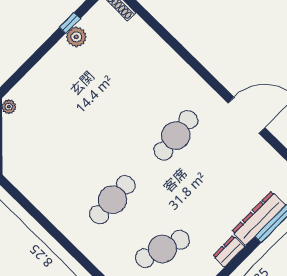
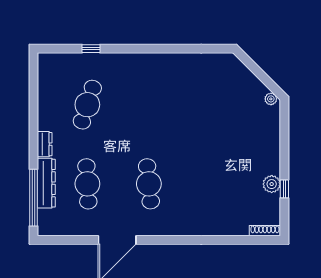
cafe table: (112, 200) -> (87, 184), moved

